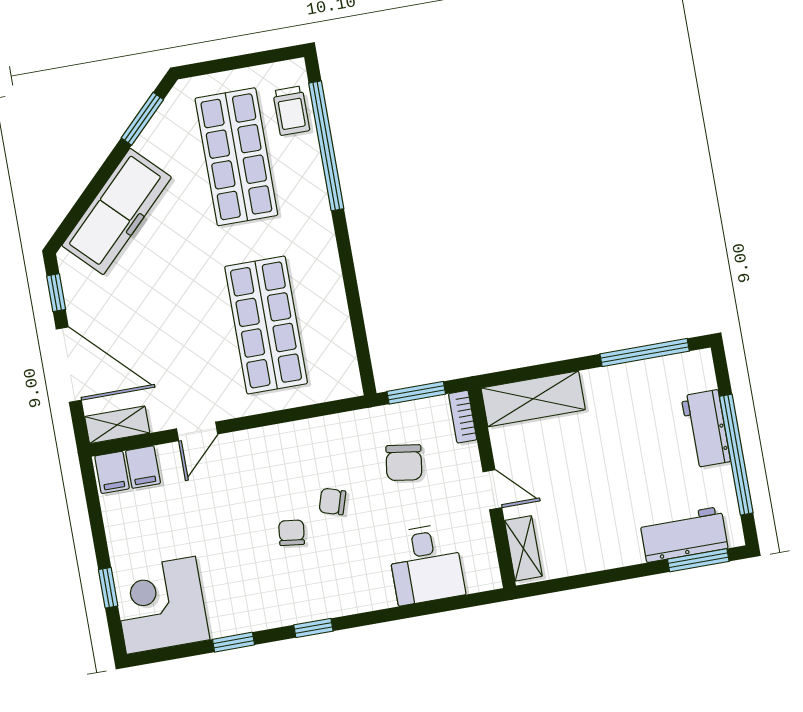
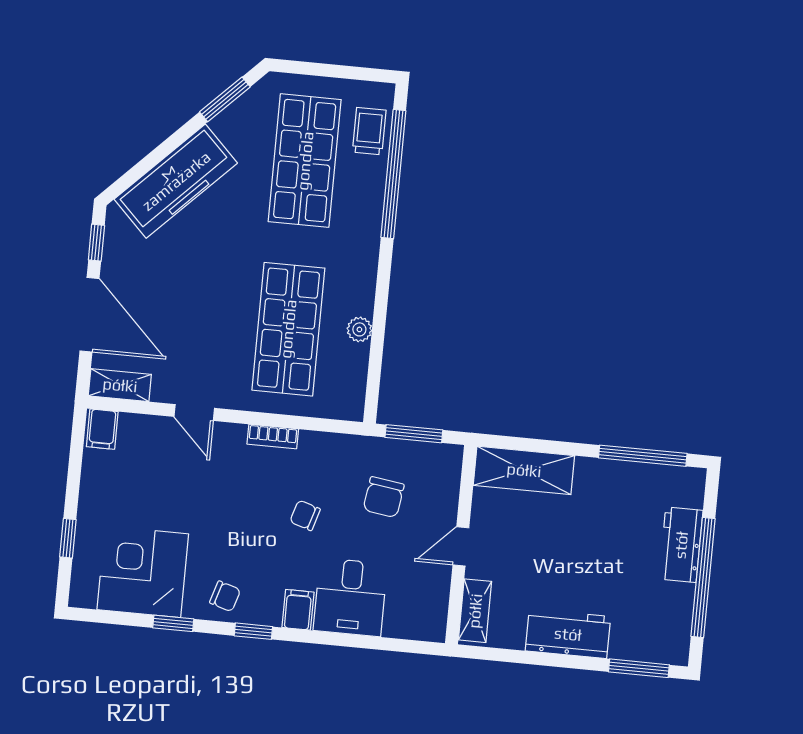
trolley: (291, 111) -> (369, 131), turned 180
plant: (335, 306) -> (359, 329), added
bookcase: (463, 417) -> (273, 437), moved, turned -90
door: (197, 431) -> (194, 412), hinge flipped
filing cabinet: (143, 467) -> (298, 610), moved, turned 180
door: (492, 490) -> (461, 546), swing flipped
chair: (292, 533) -> (225, 596), moved, turned 100
workbench: (684, 534) -> (568, 634), moved
desk: (426, 564) -> (350, 597), moved
corner desk: (161, 605) -> (143, 572), moved

